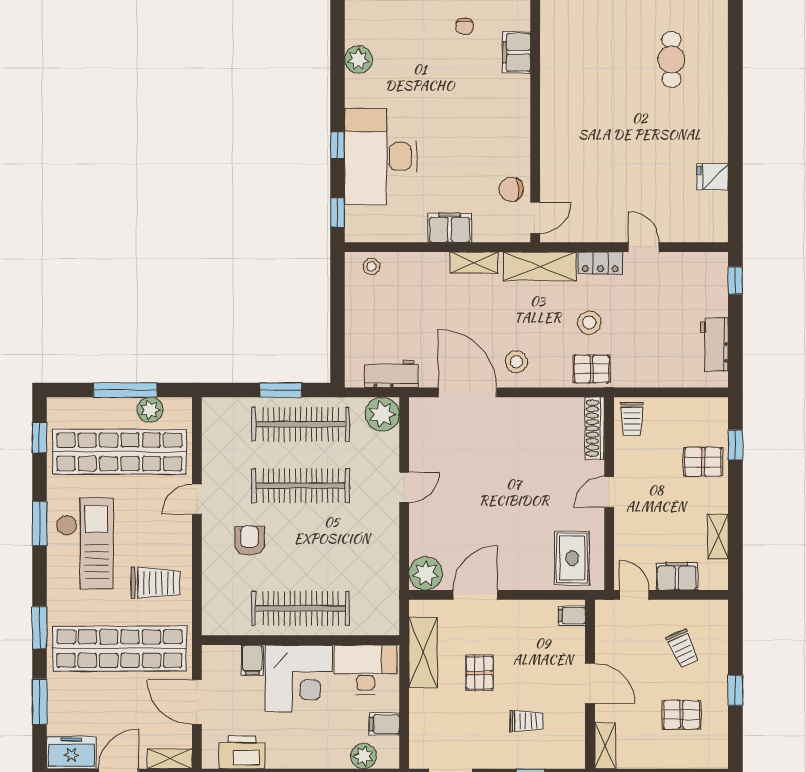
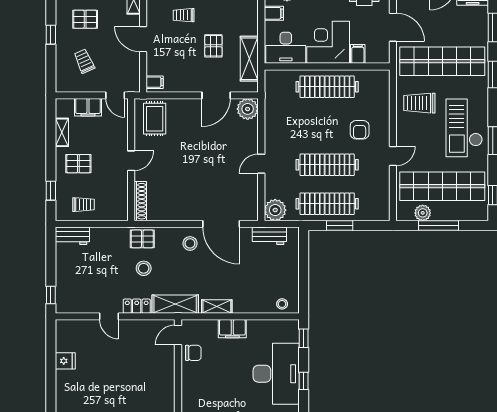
workbench: (714, 344) -> (72, 236), moved, turned 90
trolley: (632, 419) -> (84, 205), moved, turned 90
pallet: (703, 462) -> (78, 164), moved

